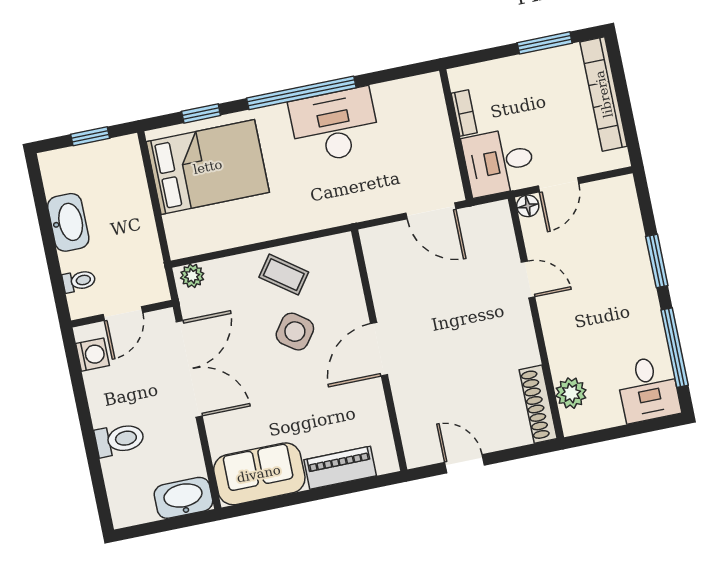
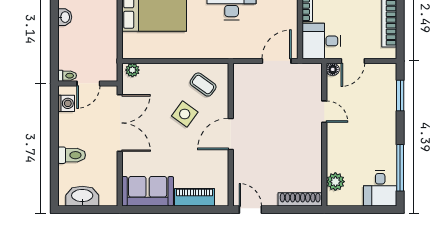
door: (431, 211) -> (277, 61), swing flipped
washbasin: (68, 222) -> (65, 17), width x0.52, depth x0.69
window: (657, 261) -> (400, 95), moved
coffee table: (284, 275) -> (203, 85), moved
toilet: (79, 281) -> (67, 76), moved
shoe rack: (538, 404) -> (300, 199), moved, turned 90
door: (464, 464) -> (250, 210), moved
washbasin: (183, 498) -> (82, 196), moved

